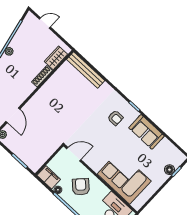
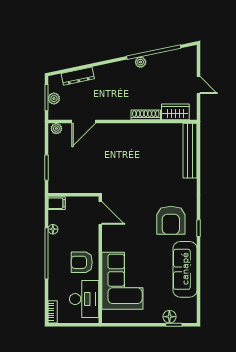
door: (45, 23) -> (198, 85), moved
armchair: (115, 118) -> (171, 220), width x1.88, depth x1.88
sofa: (147, 132) -> (185, 269), width x1.36
filing cabinet: (49, 177) -> (57, 203), width x0.50
armchair: (81, 187) -> (82, 262), moved, turned -134

